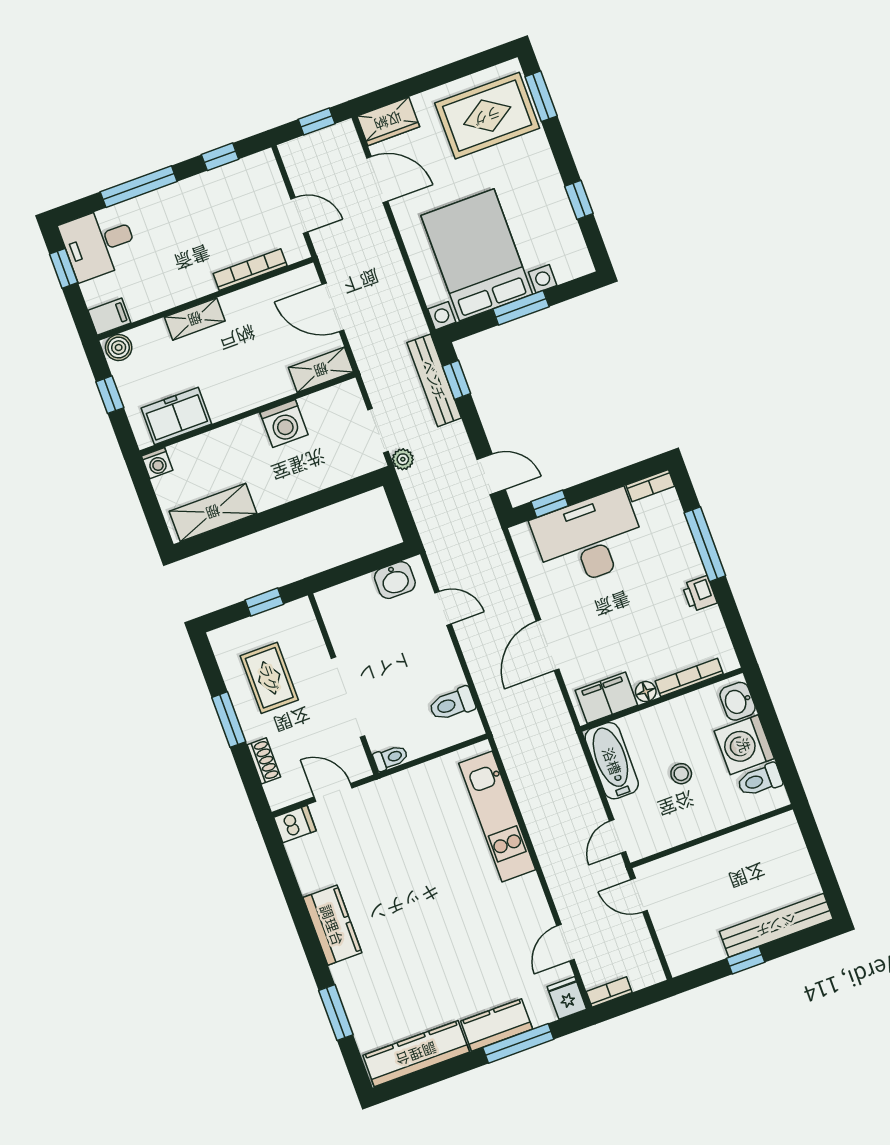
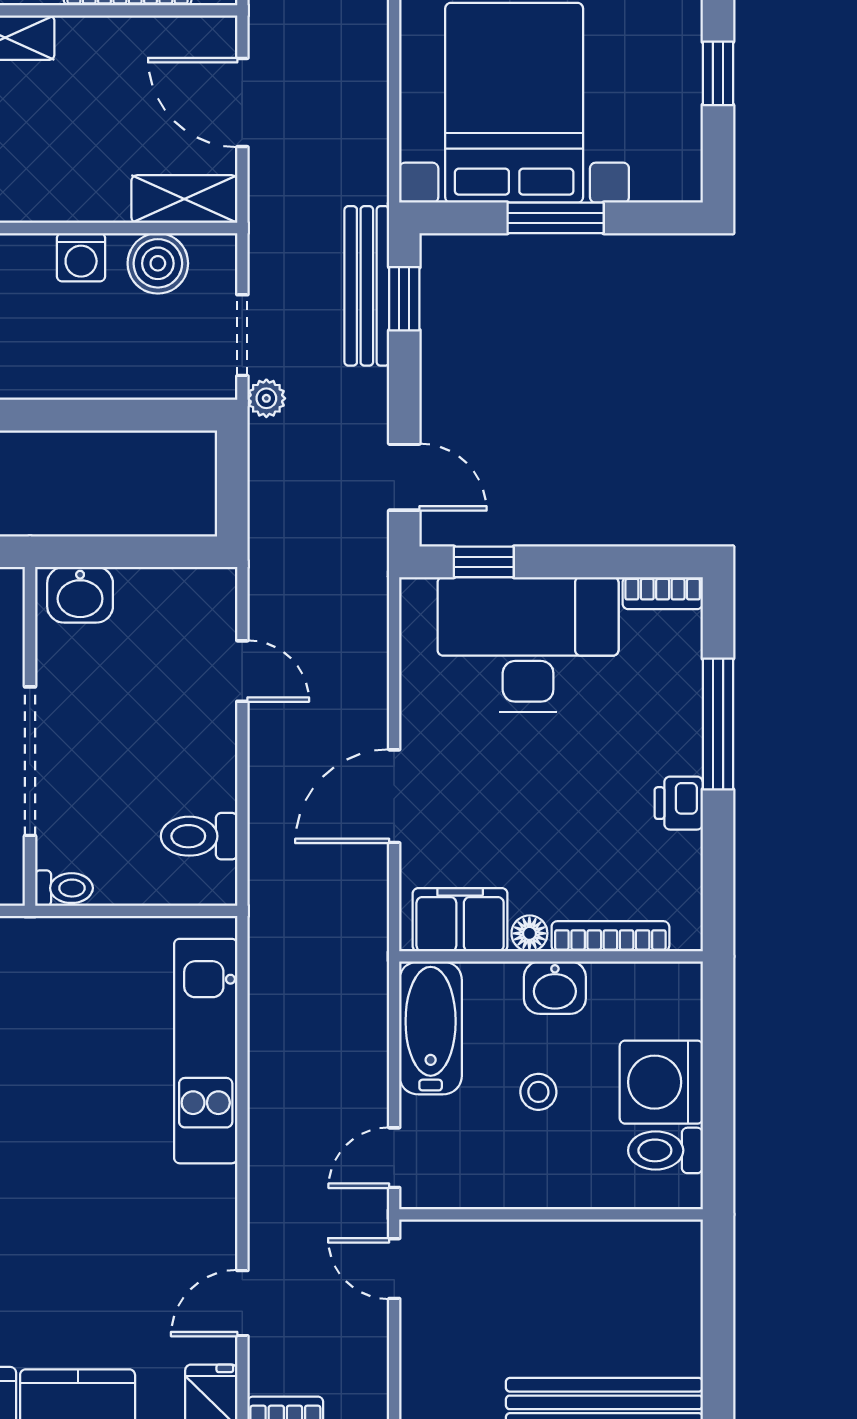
boiler: (319, 409) -> (158, 263), added
washing machine: (284, 424) -> (81, 257), width x0.73, depth x0.73
washbasin: (395, 580) -> (80, 595), moved
washbasin: (738, 701) -> (555, 988), moved, turned -90

